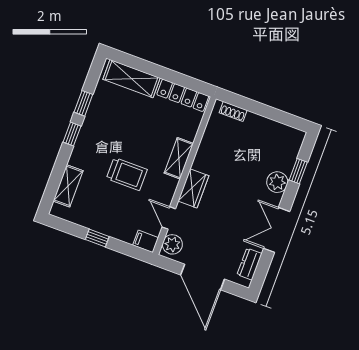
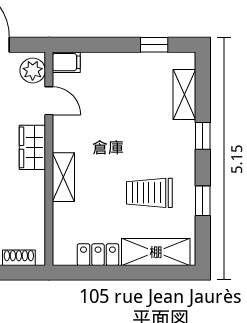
locker: (183, 95) -> (98, 255), width x0.66
window: (72, 134) -> (203, 136), moved
trolley: (127, 174) -> (149, 193), moved
window: (97, 238) -> (154, 45), moved

